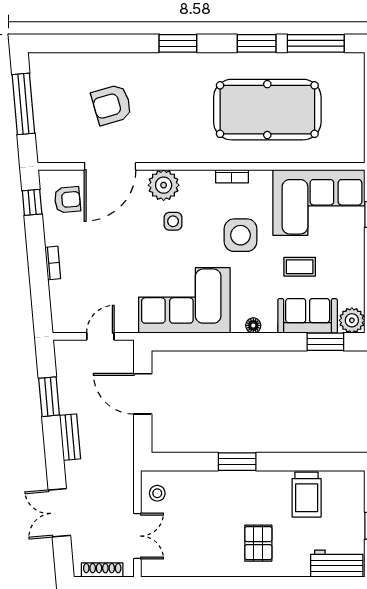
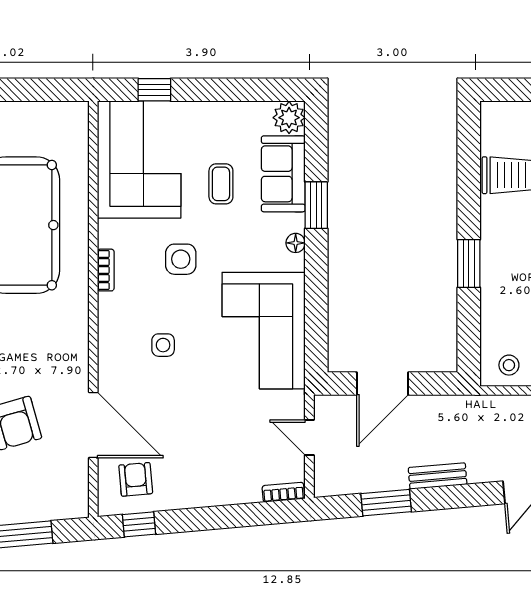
plant: (164, 185) -> (117, 357), removed
side table: (241, 235) -> (181, 259), width x0.73, depth x0.73
bookcase: (53, 263) -> (283, 492), moved
window: (325, 342) -> (316, 205), moved

